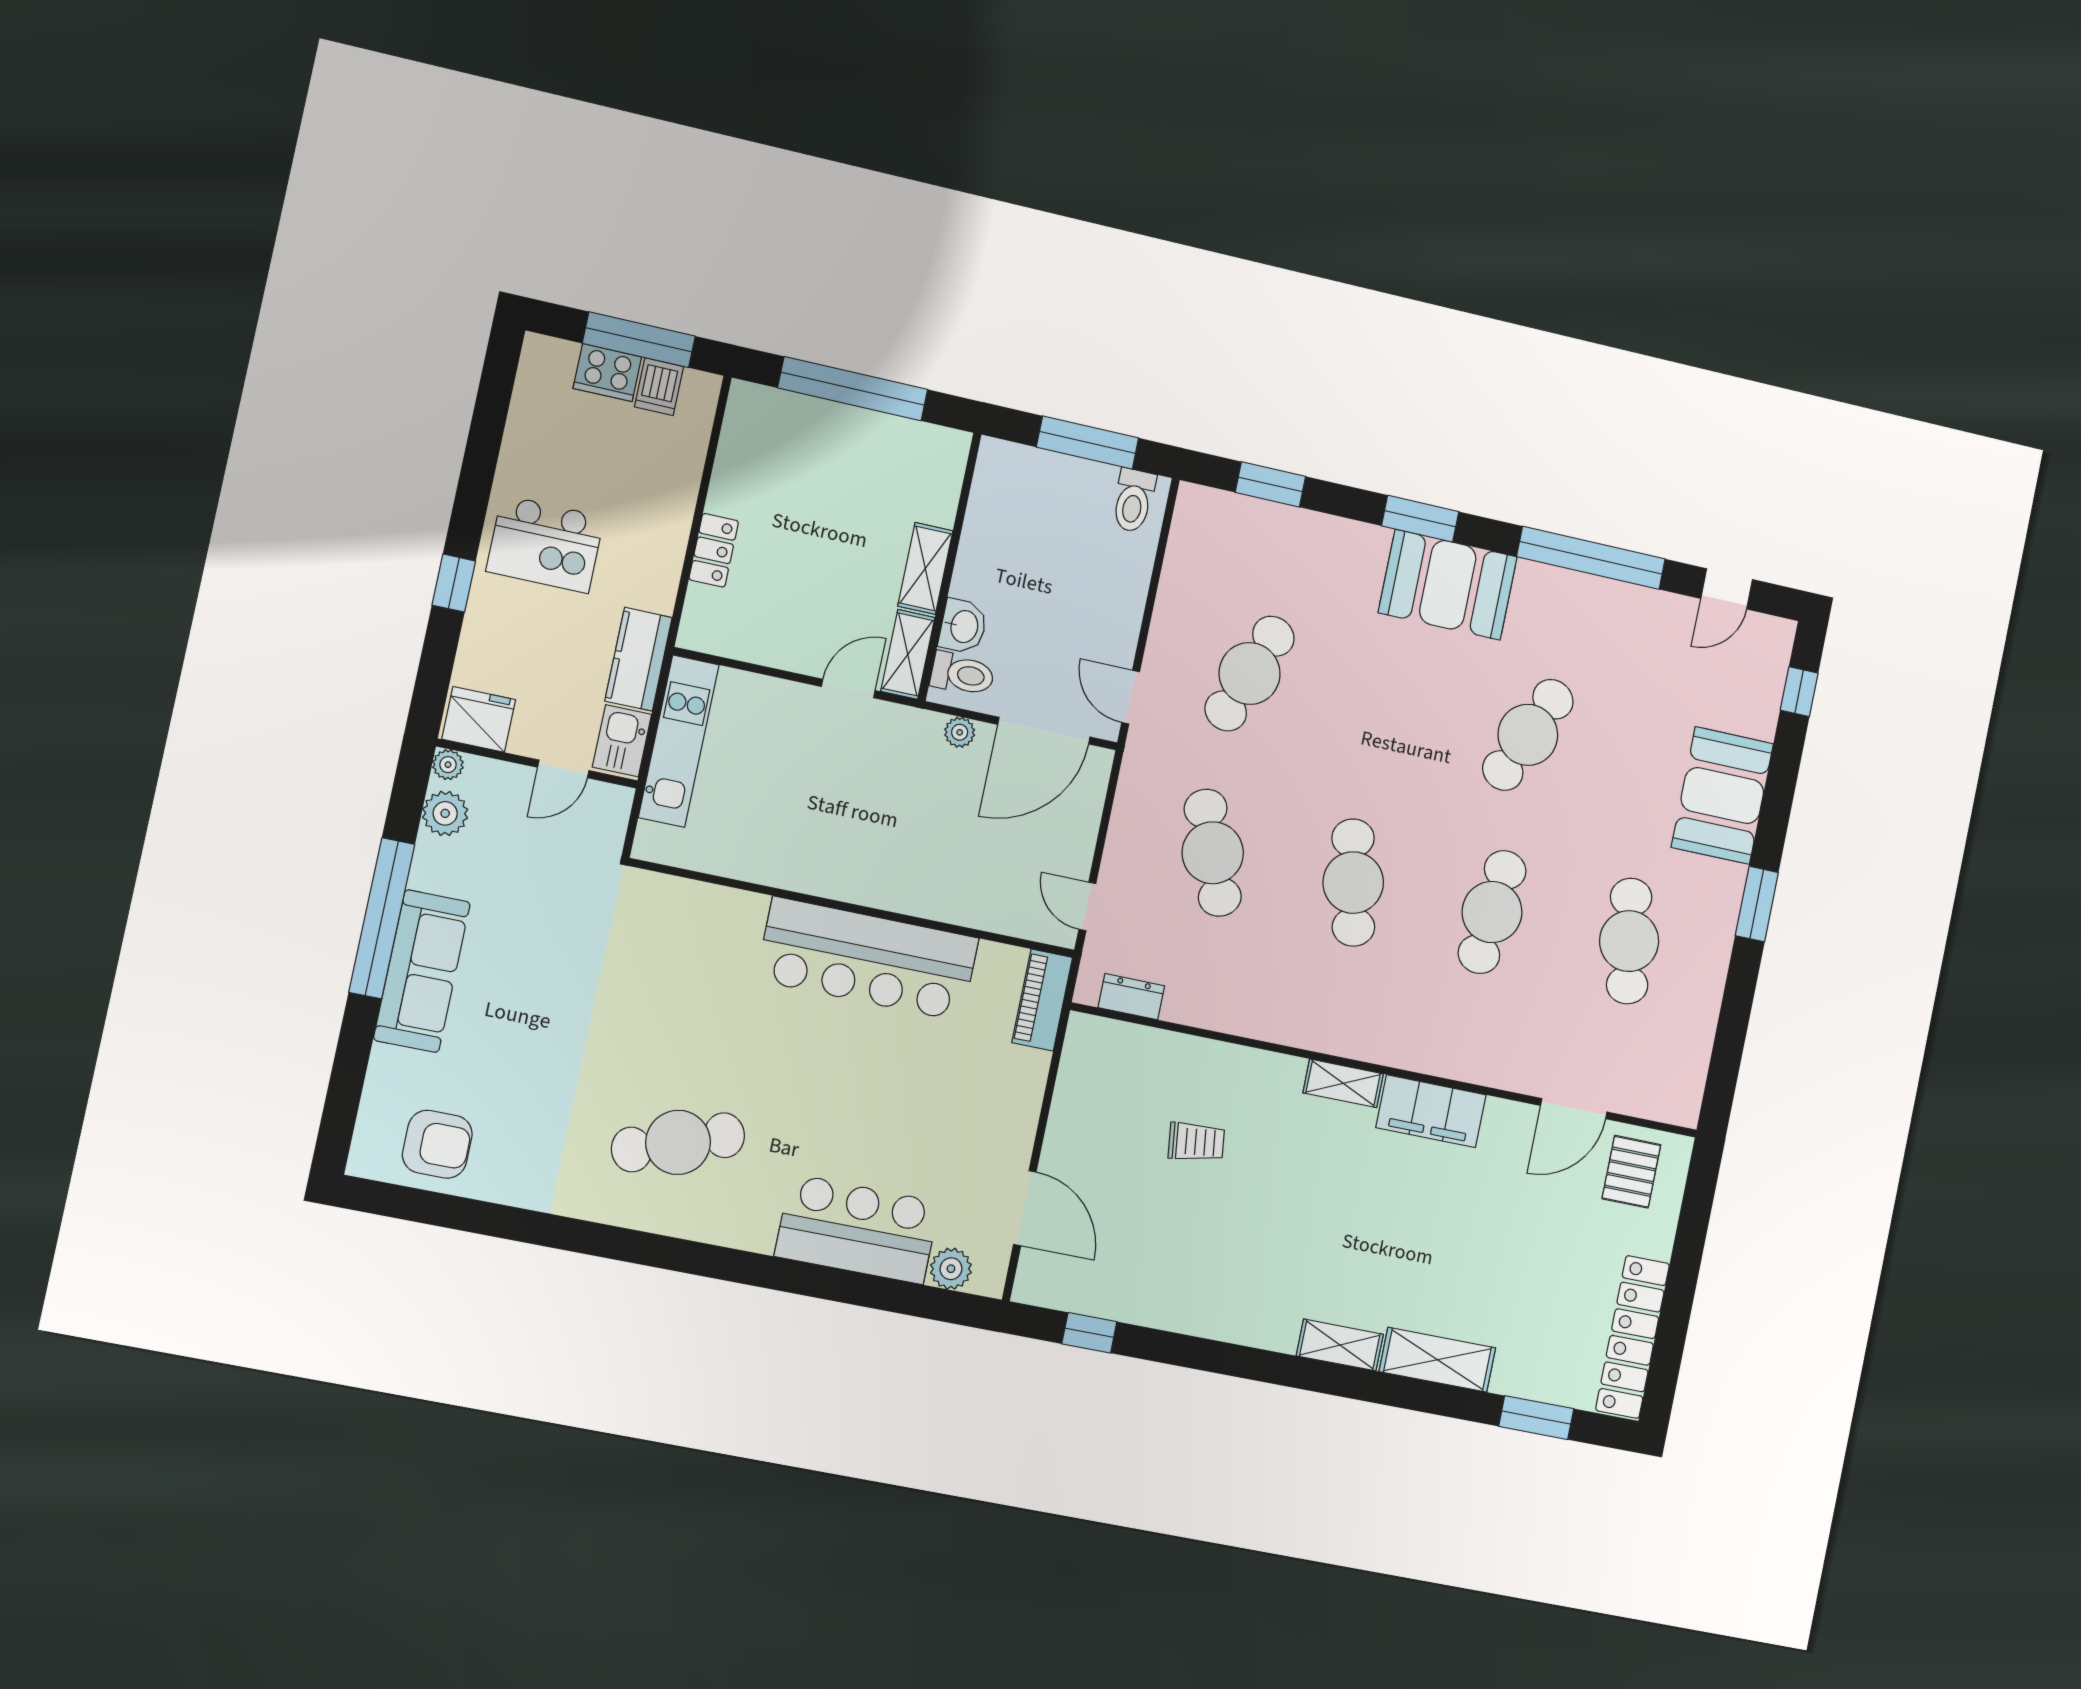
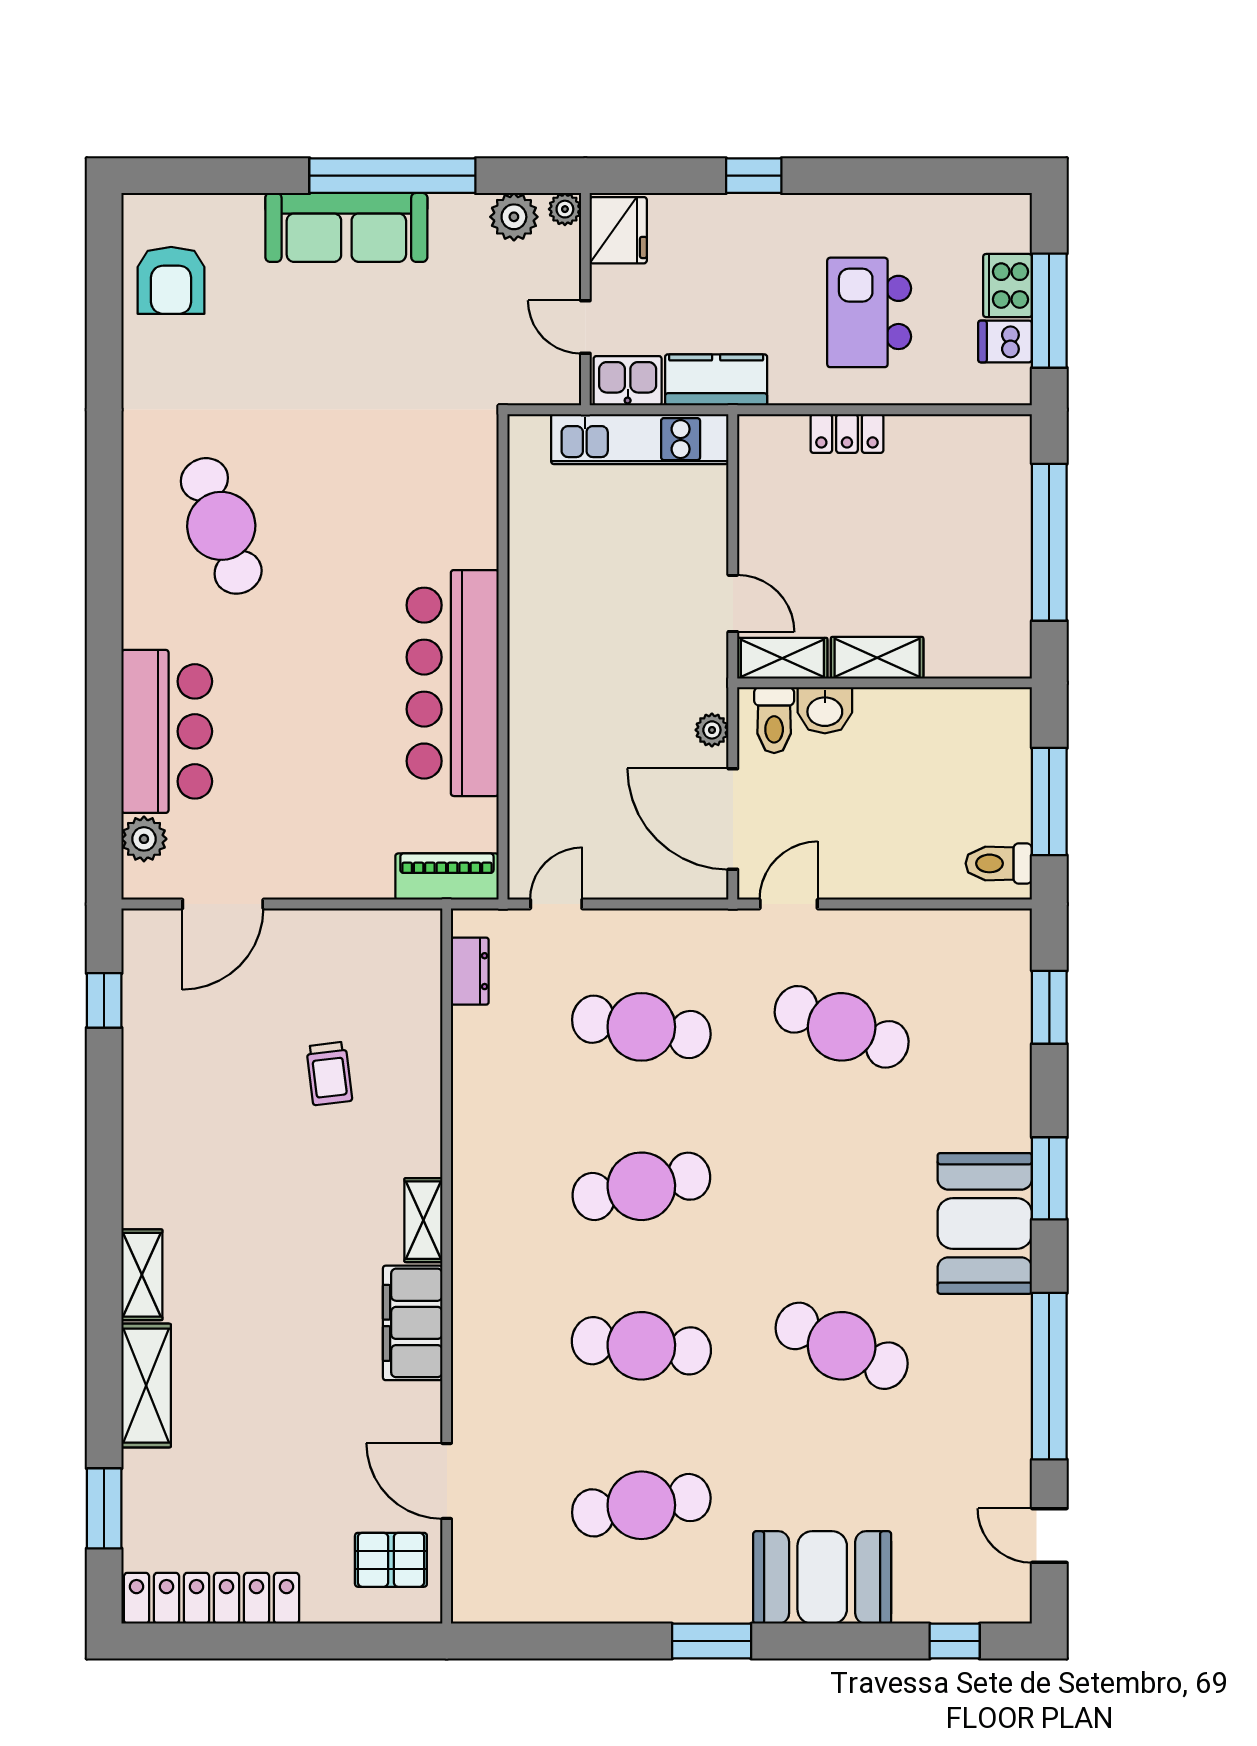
kitchen island: (545, 544) -> (869, 312), moved
cafe table: (1213, 853) -> (641, 1027), turned 30

